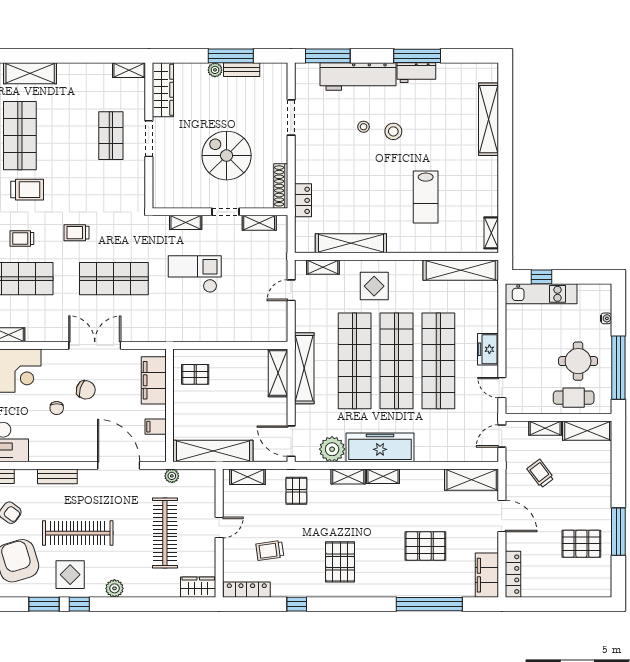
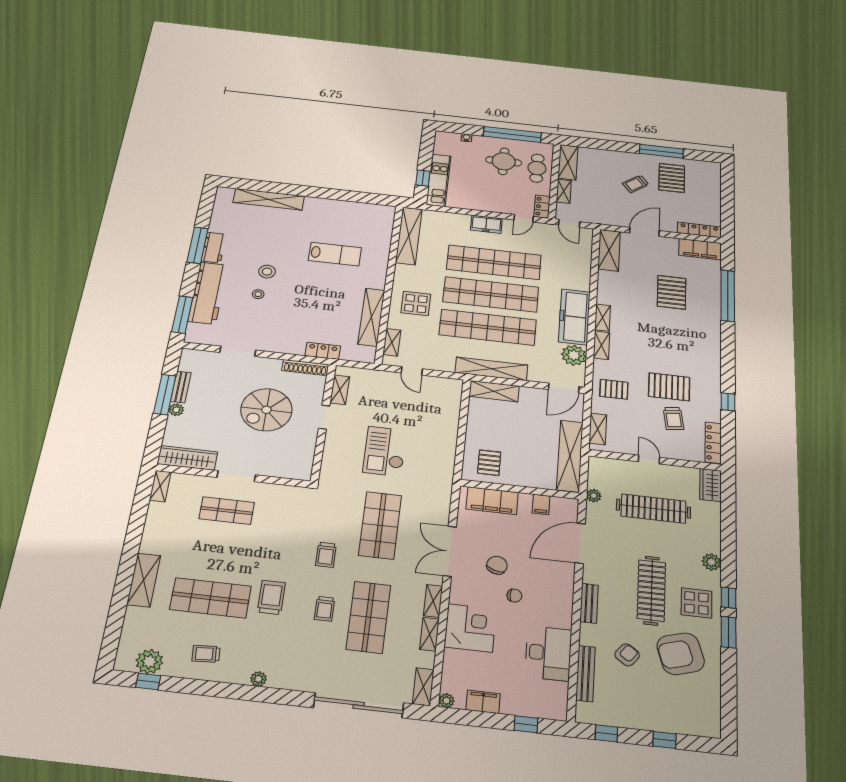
shelving: (186, 222) -> (433, 601), moved
shelving: (491, 233) -> (377, 209), removed
locker: (521, 406) -> (542, 207), added
trolley: (540, 474) -> (636, 184), moved
pallet: (340, 562) -> (669, 387), moved

